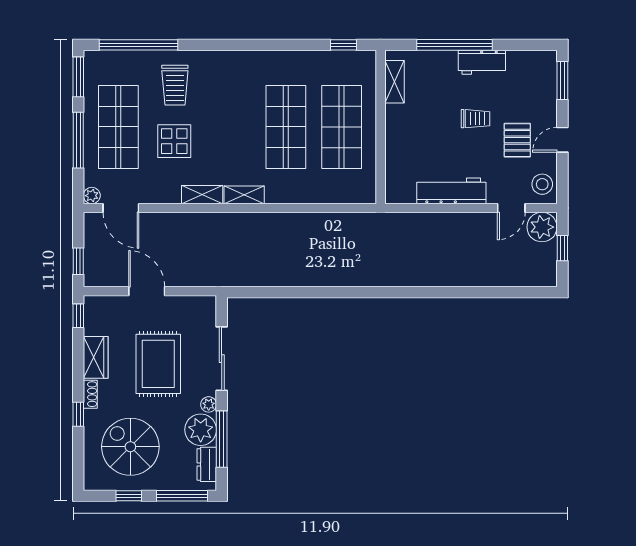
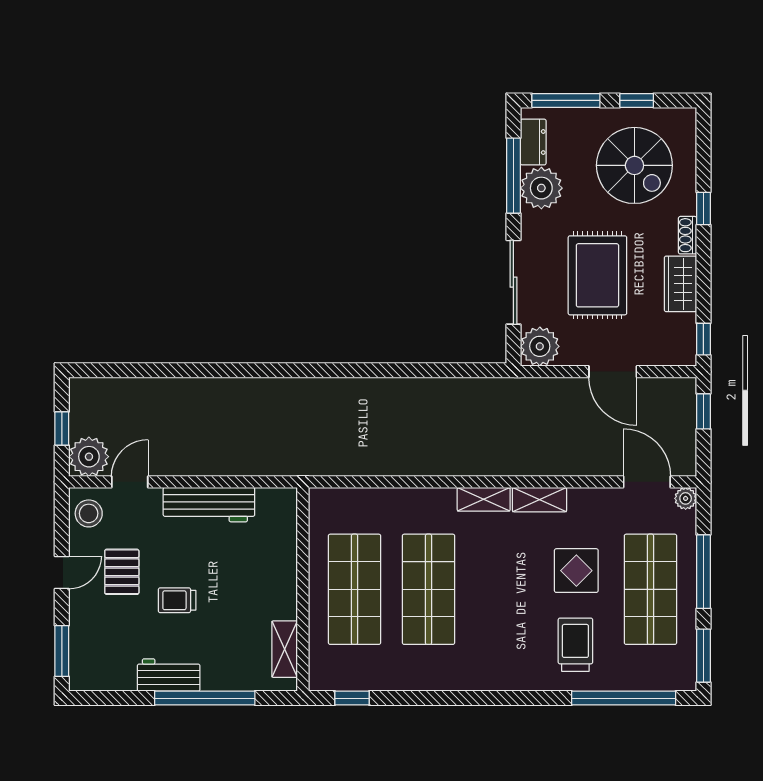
plant: (209, 404) -> (540, 346), moved, width x1.87, depth x1.87

